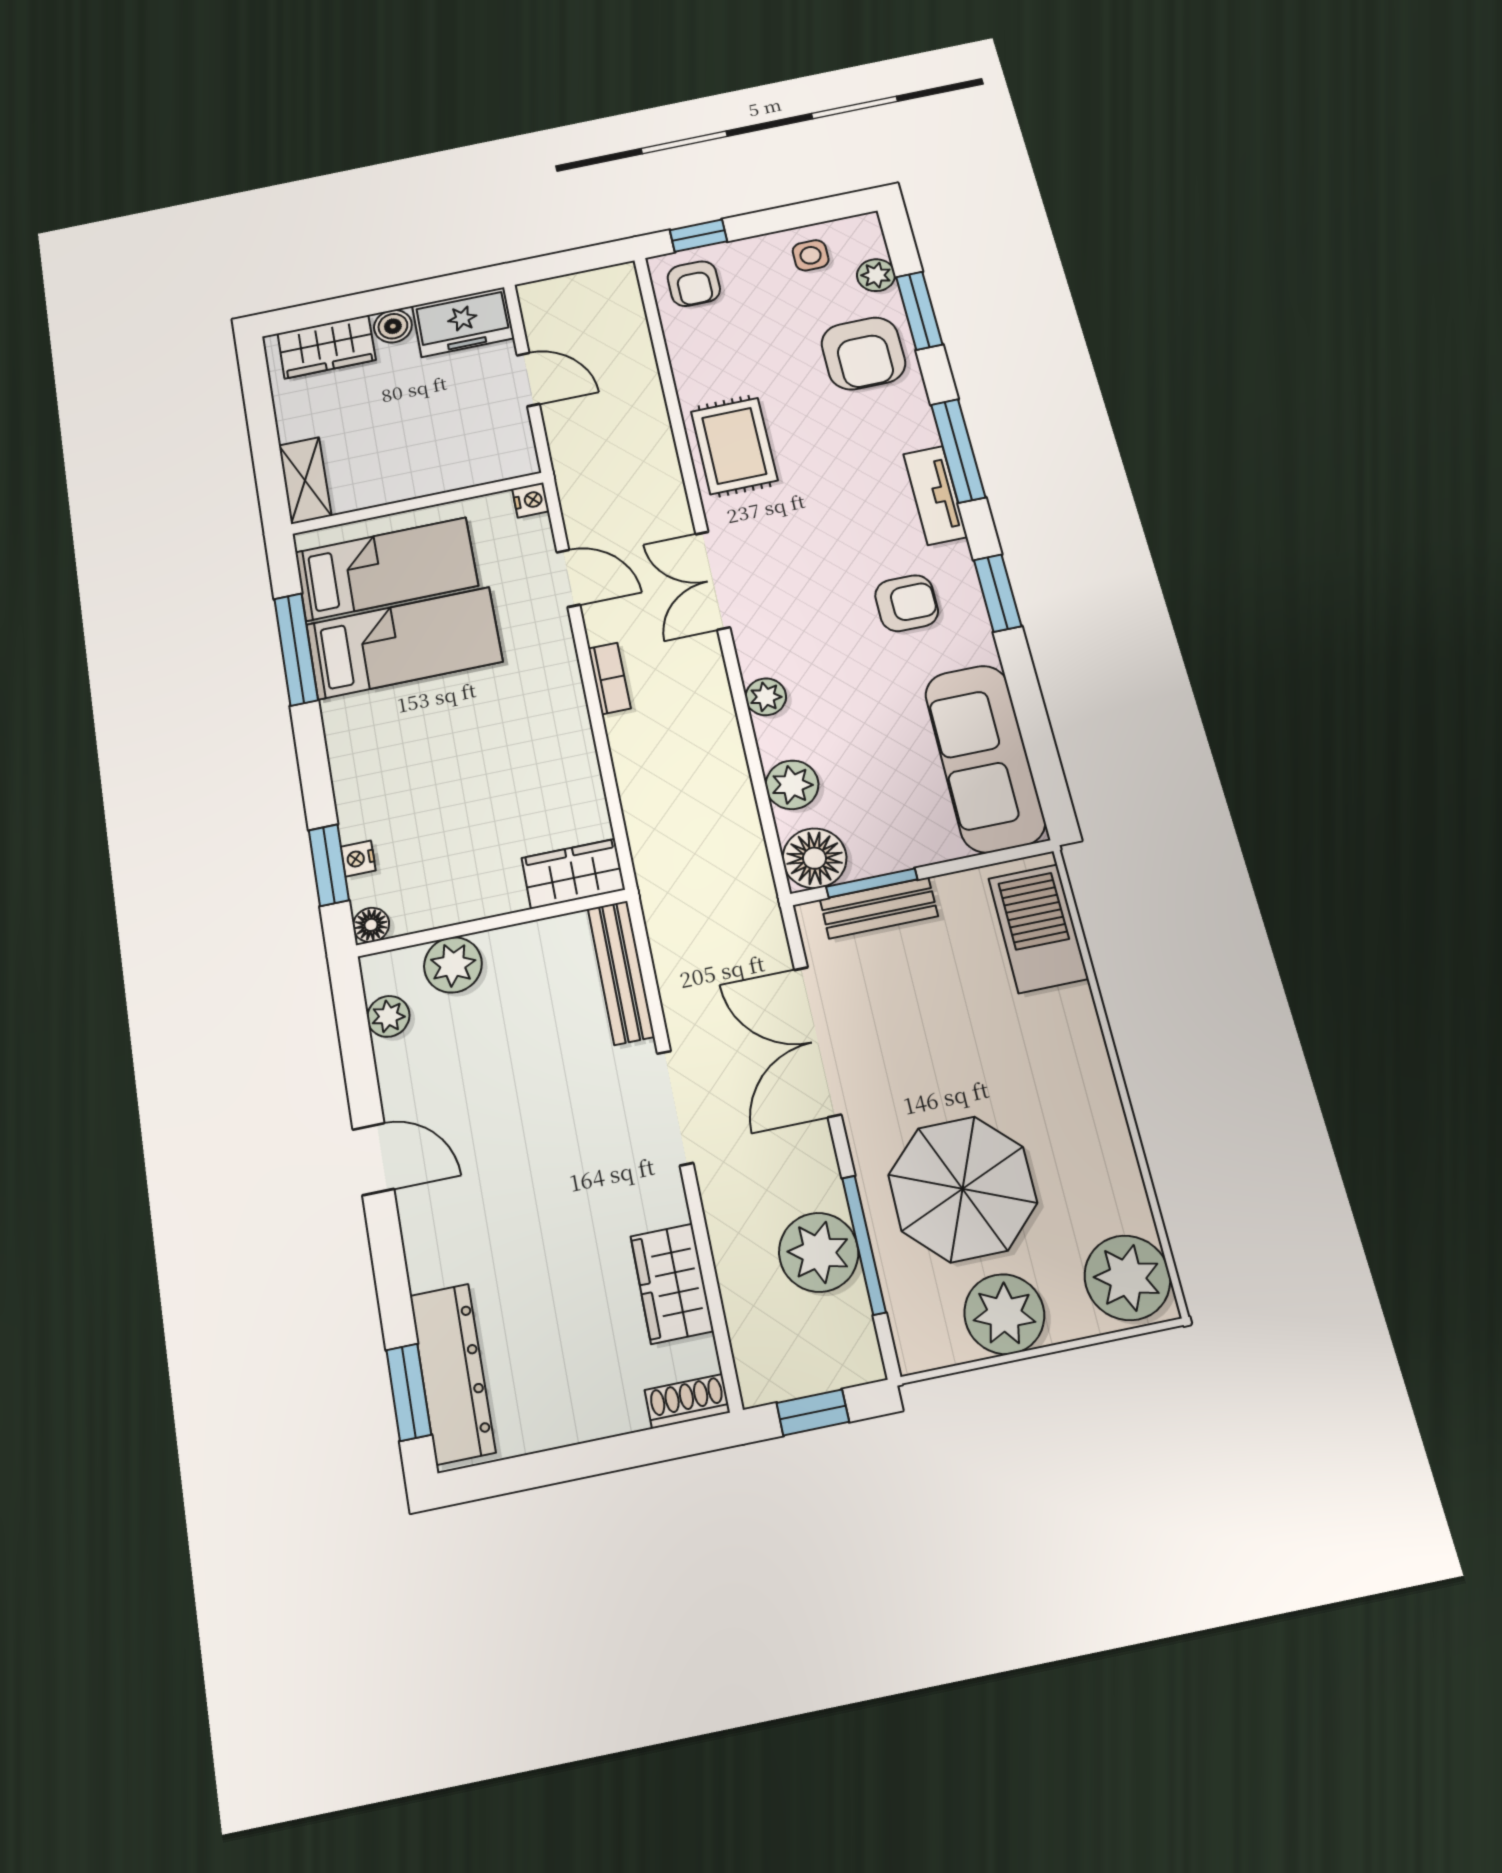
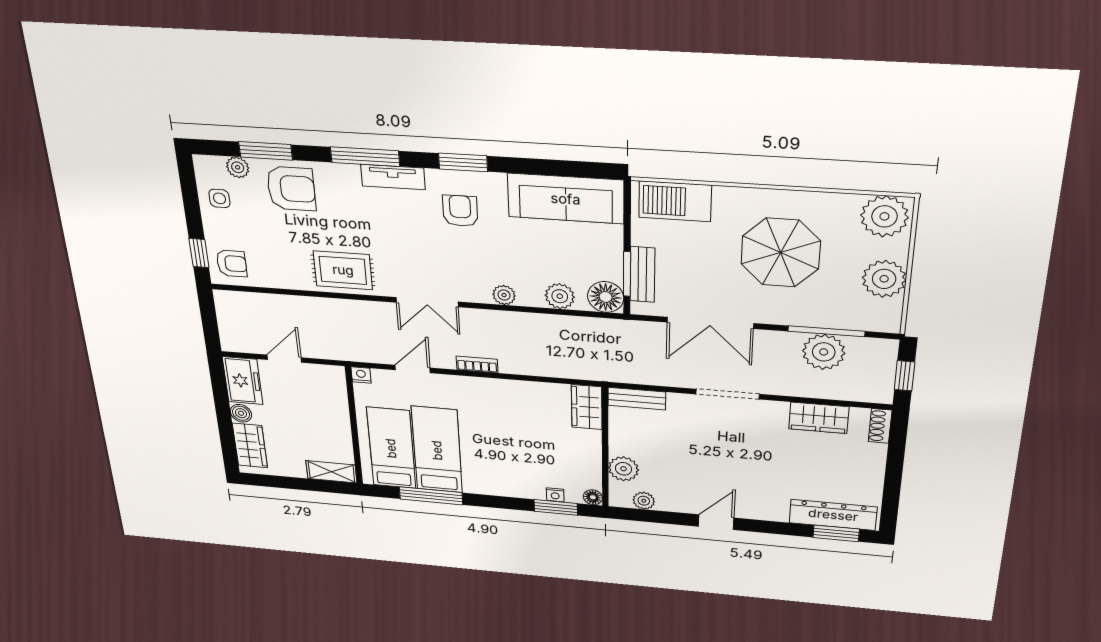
bench: (621, 972) -> (637, 399), width x0.73
parasol: (963, 1189) -> (781, 253), moved

